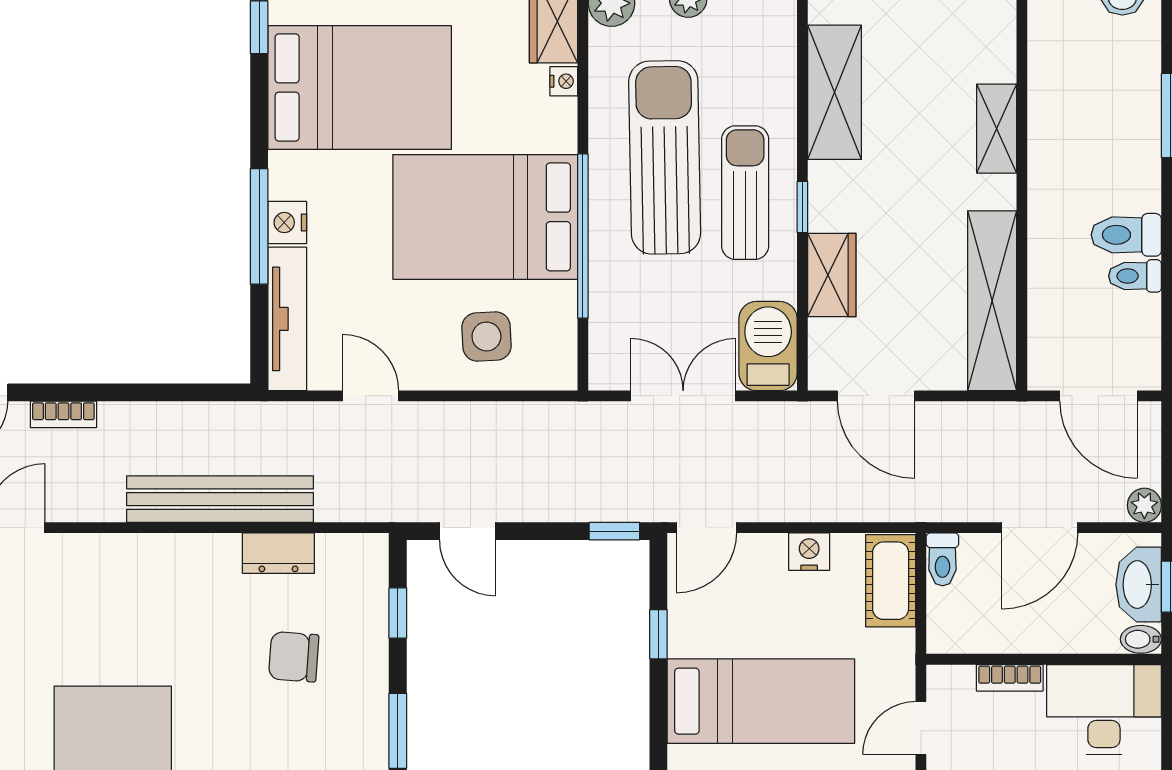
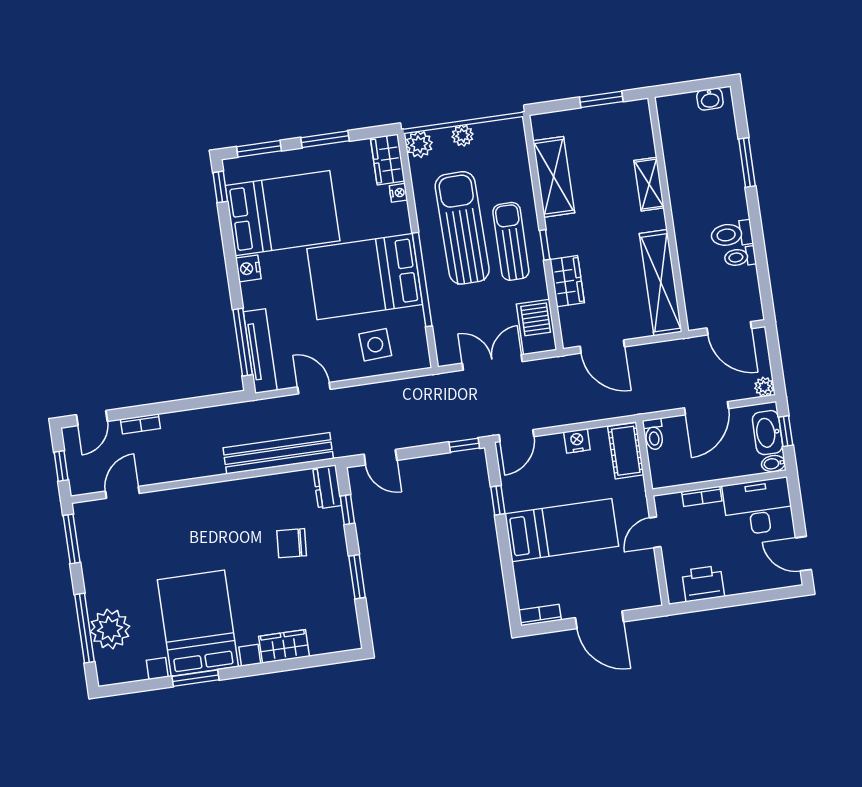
nightstand: (287, 223) -> (248, 268), moved
window: (259, 226) -> (243, 342), moved
bench: (220, 499) -> (278, 453), moved
dresser: (278, 553) -> (327, 487), moved, turned 90

